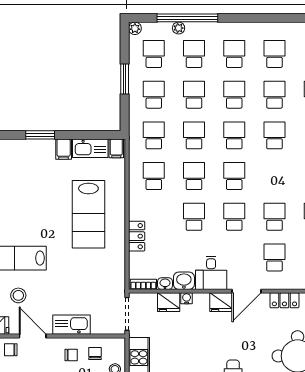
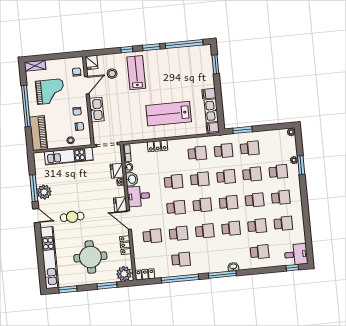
window: (187, 18) -> (301, 165), width x0.47
school desk: (154, 54) -> (205, 231), moved
window: (125, 79) -> (242, 130), moved
window: (40, 135) -> (215, 64), moved

